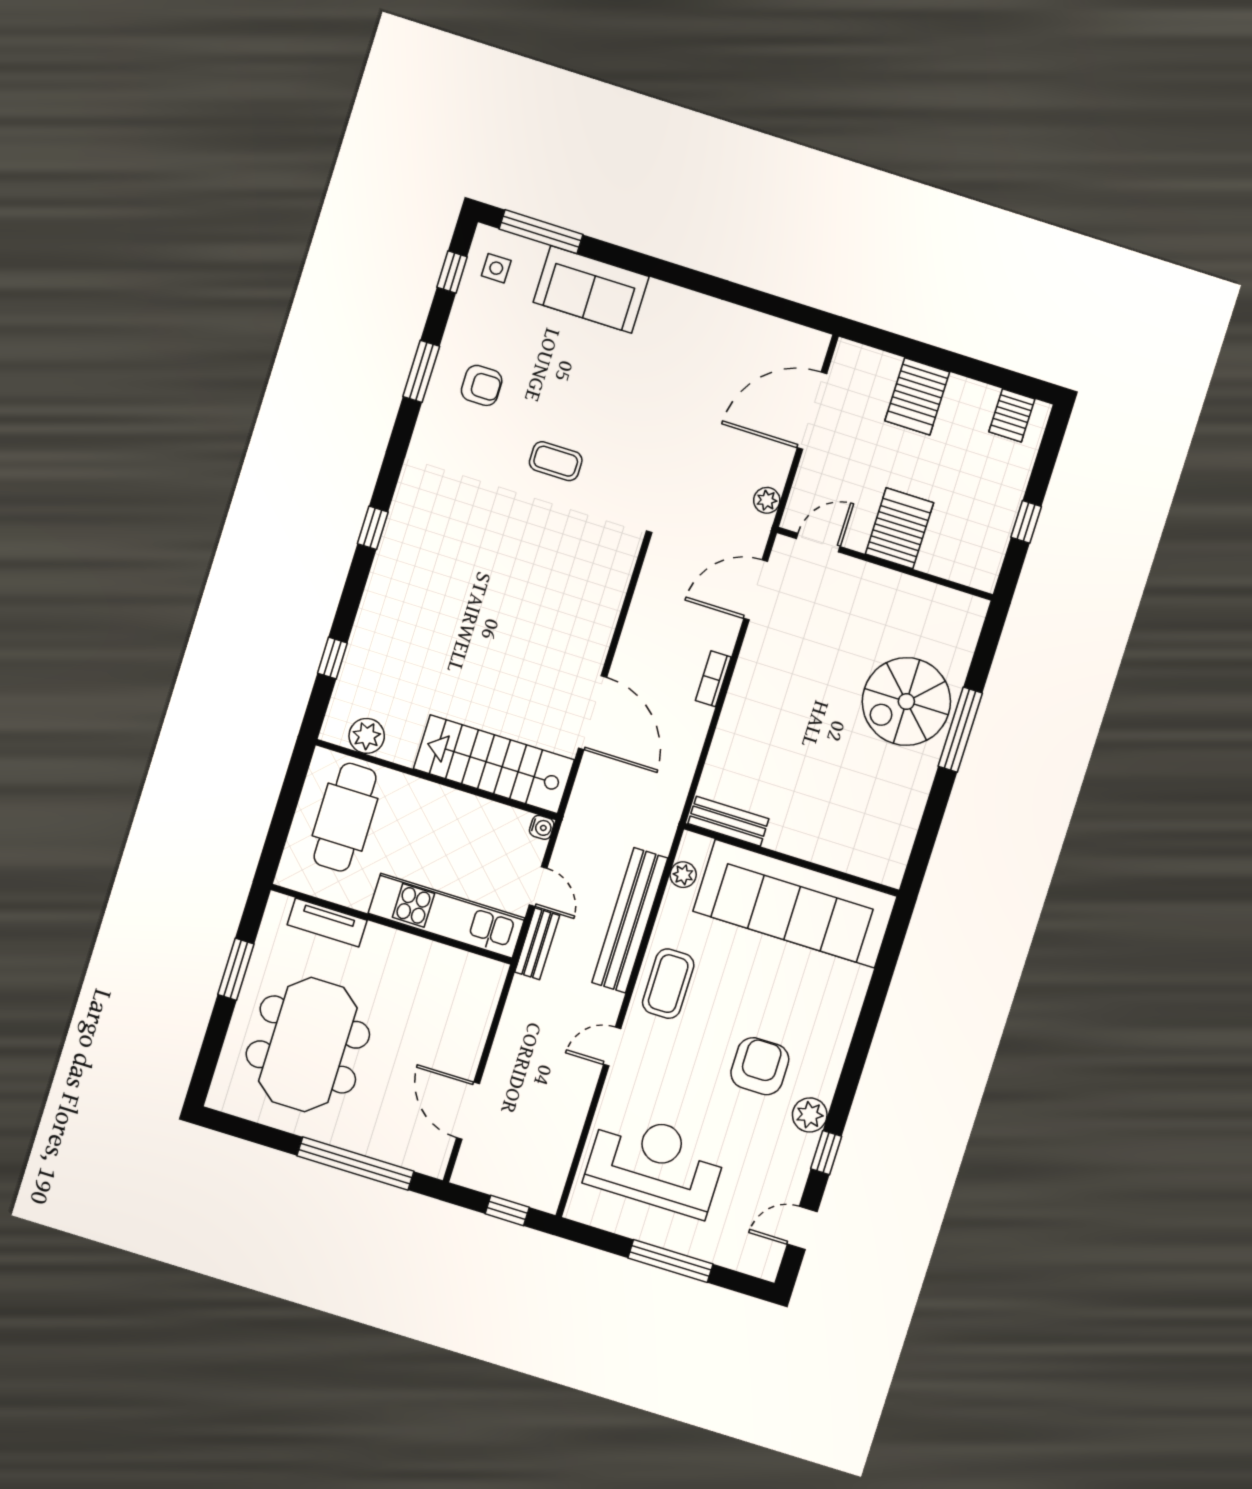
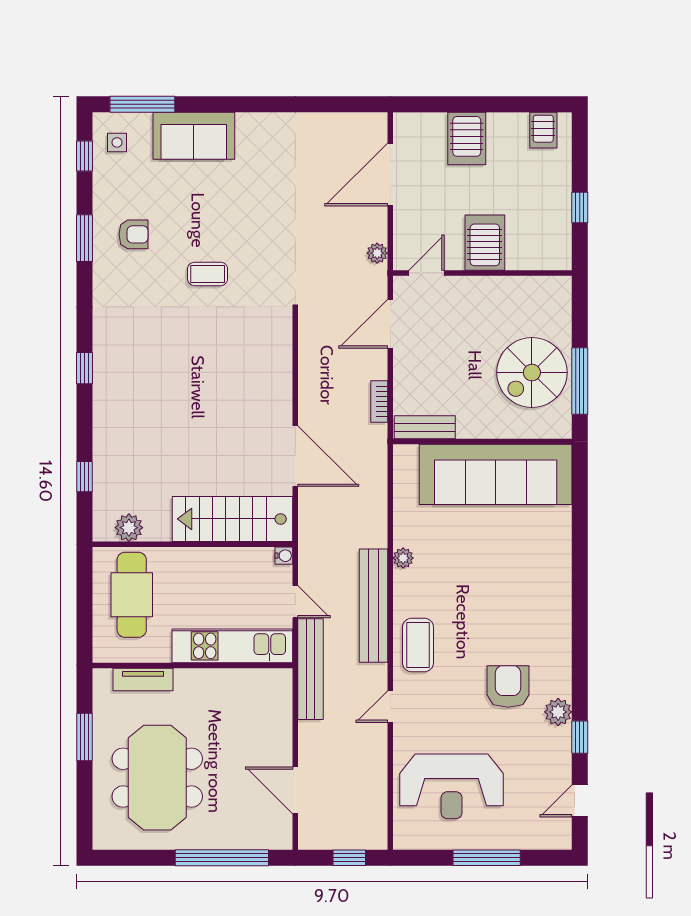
bench: (728, 821) -> (425, 427), moved
wall: (792, 860) -> (482, 442), moved
sofa: (795, 904) -> (496, 474), moved
bench: (537, 944) -> (310, 669), width x1.86, depth x1.21
reception desk: (655, 1164) -> (452, 786), turned 180

